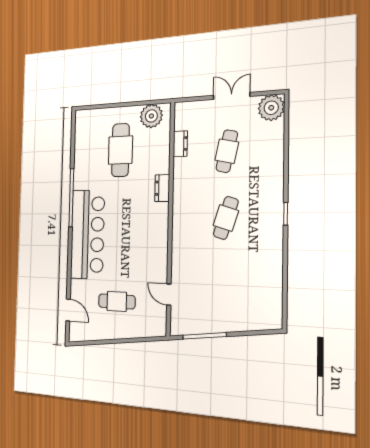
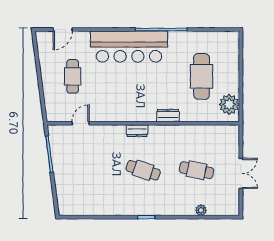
plant: (271, 108) -> (201, 210), moved, width x0.53, depth x0.53
dresser: (180, 144) -> (137, 131), moved
cafe table: (120, 150) -> (202, 76), turned 90

